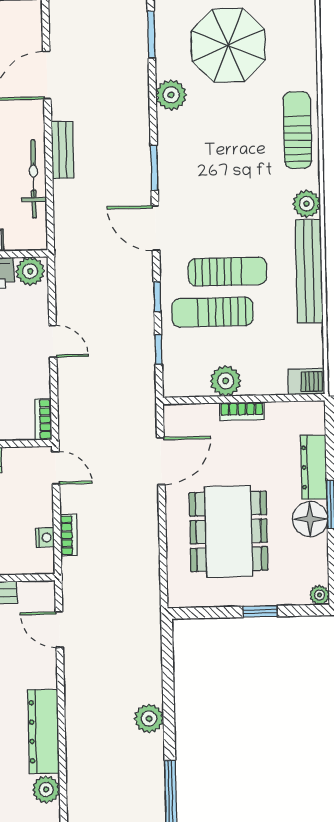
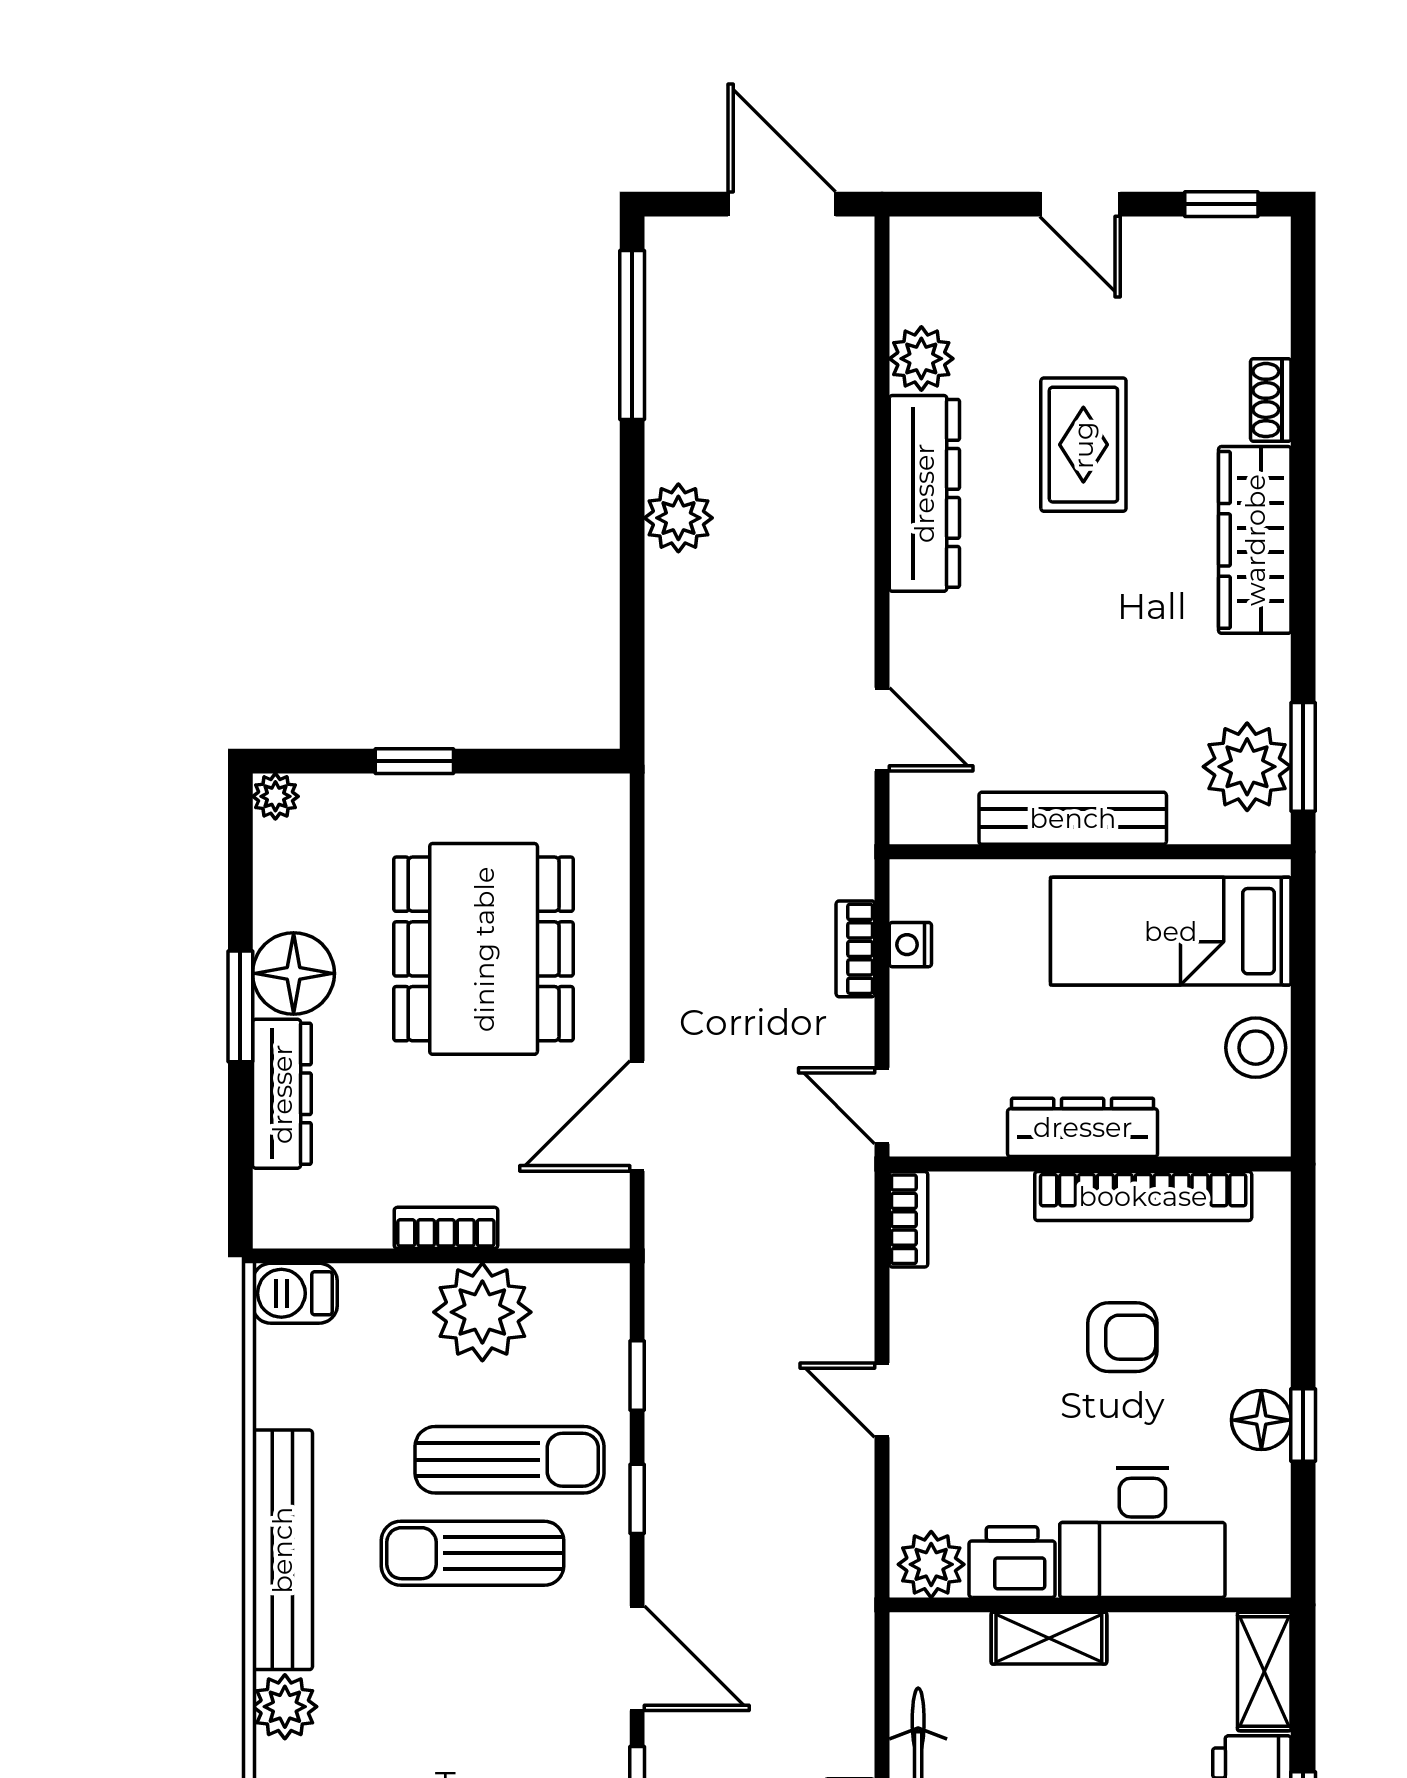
plant: (226, 381) -> (482, 1312), width x1.36, depth x1.36

